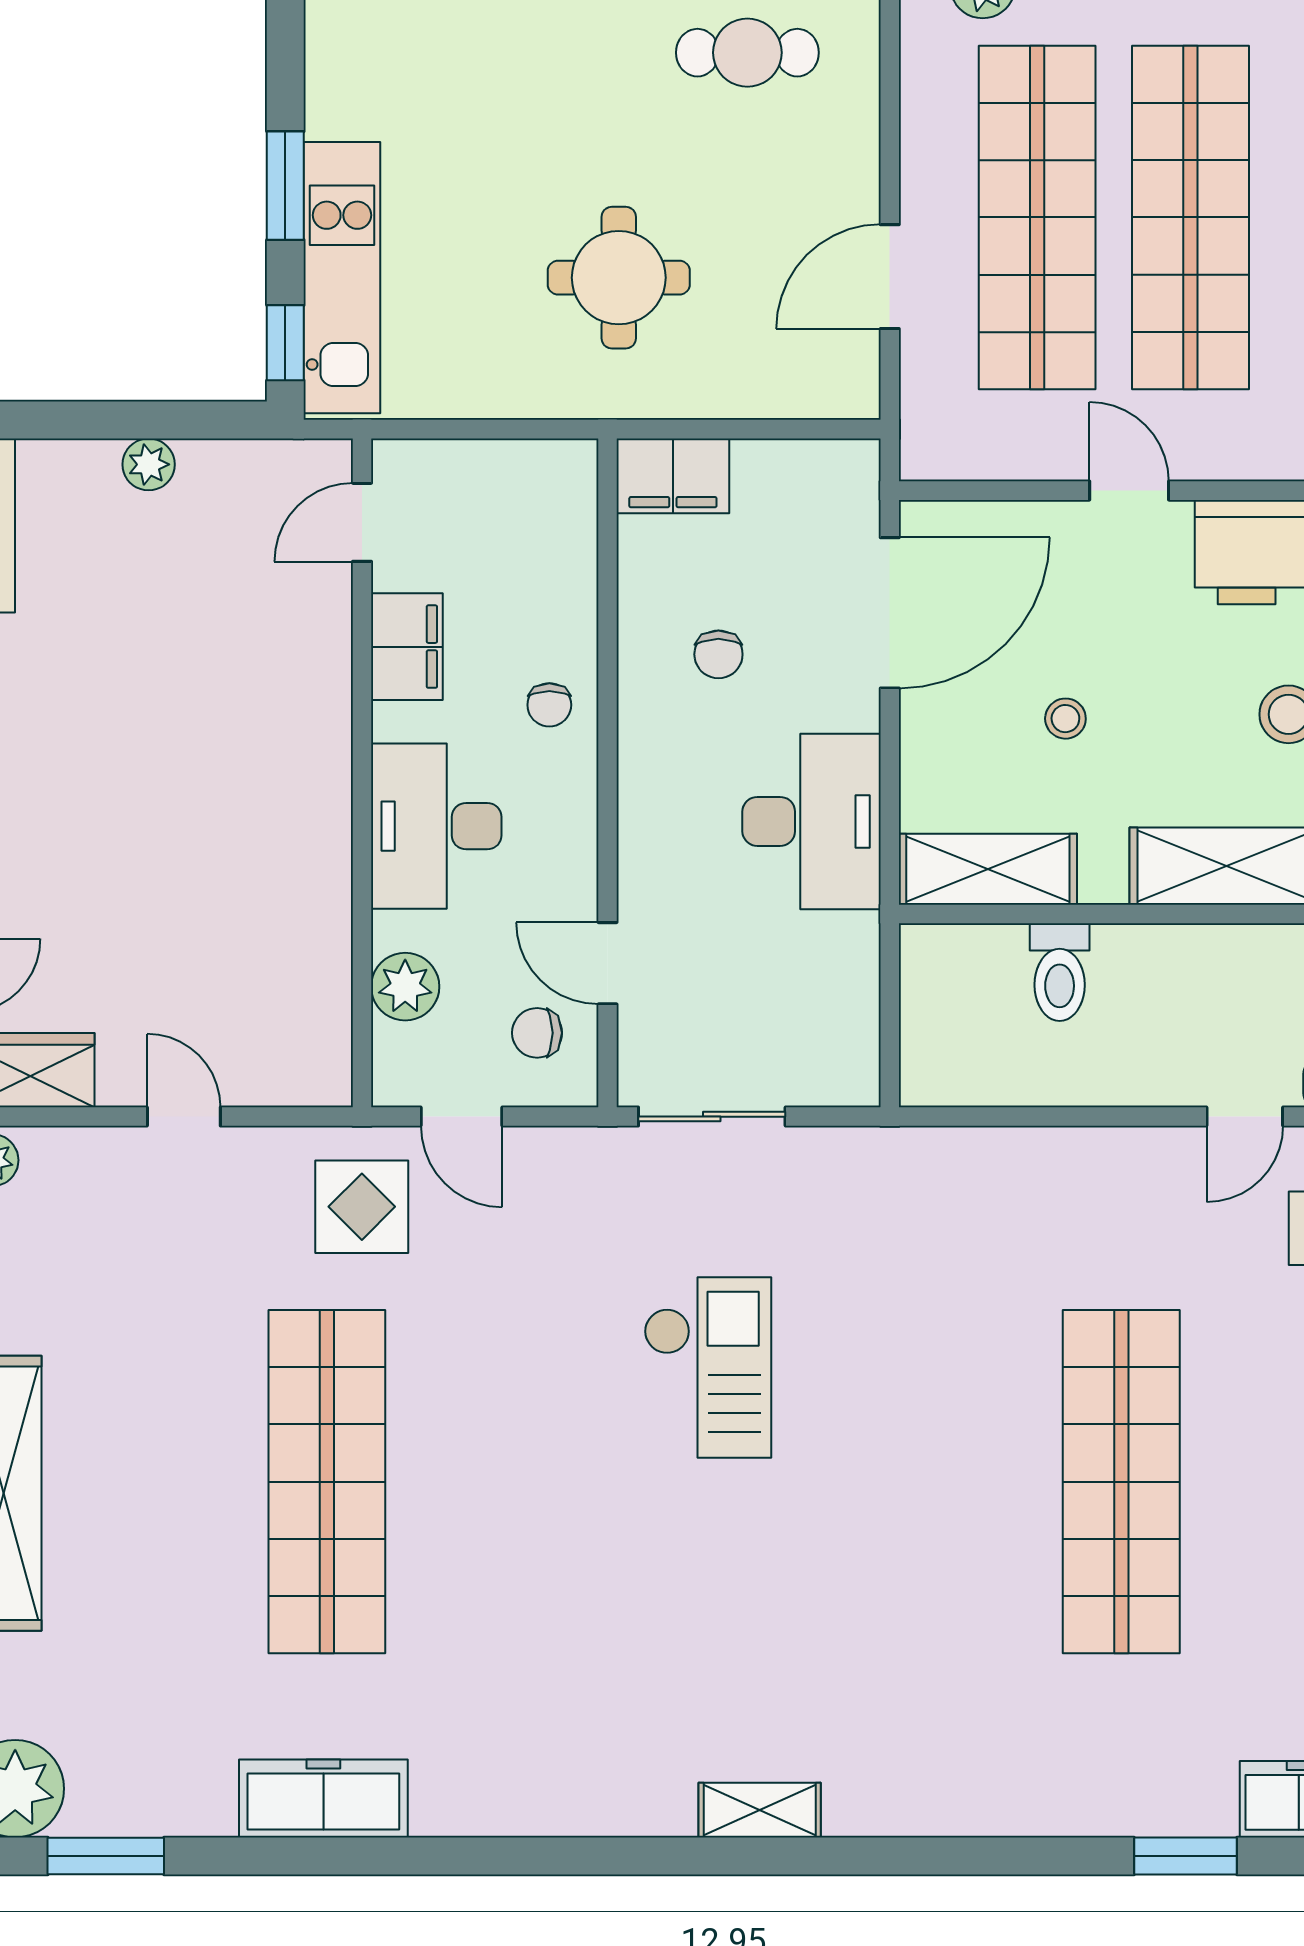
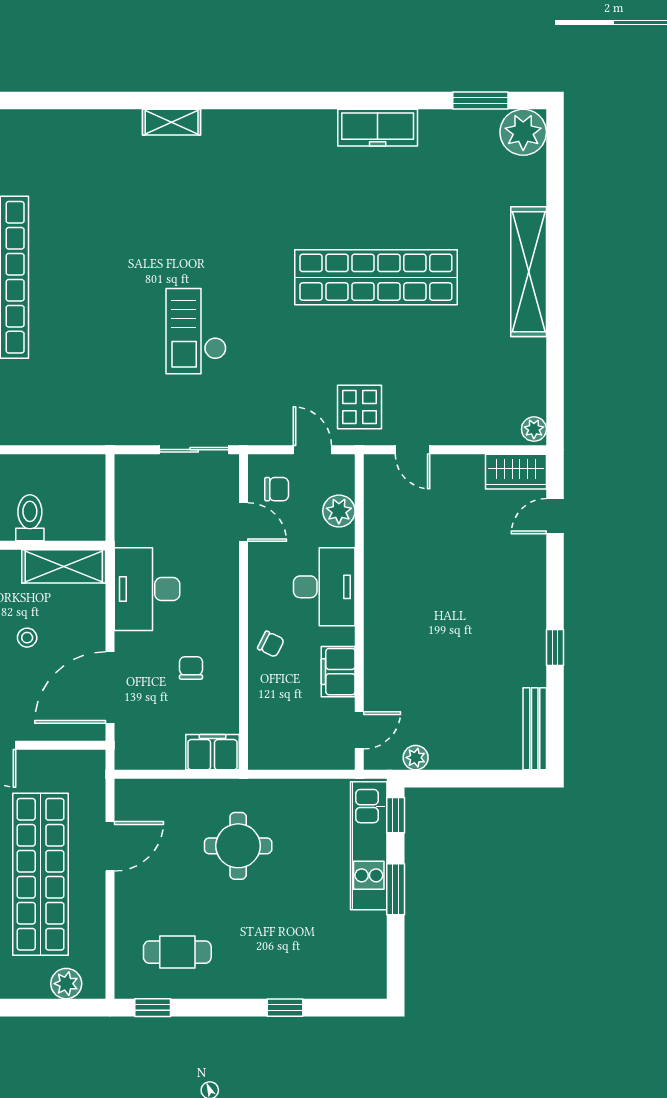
plant: (149, 464) -> (416, 758), moved
chair: (549, 705) -> (271, 644), turned 116
door: (184, 1117) -> (413, 450), moved
shop shelf: (327, 1482) -> (376, 277), turned 90

